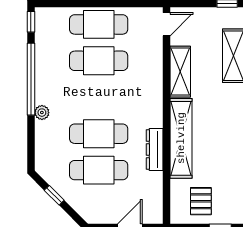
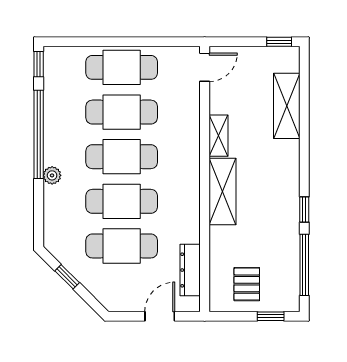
shelving: (180, 72) -> (218, 136), width x0.67, depth x0.75
cafe table: (99, 97) -> (122, 157), added
shelving: (181, 138) -> (222, 192), width x0.68
dresser: (155, 150) -> (190, 270), moved

